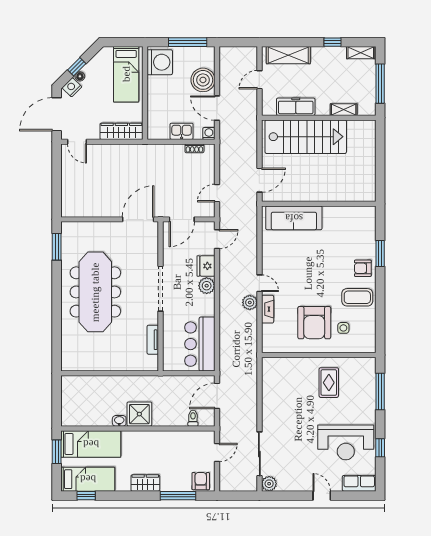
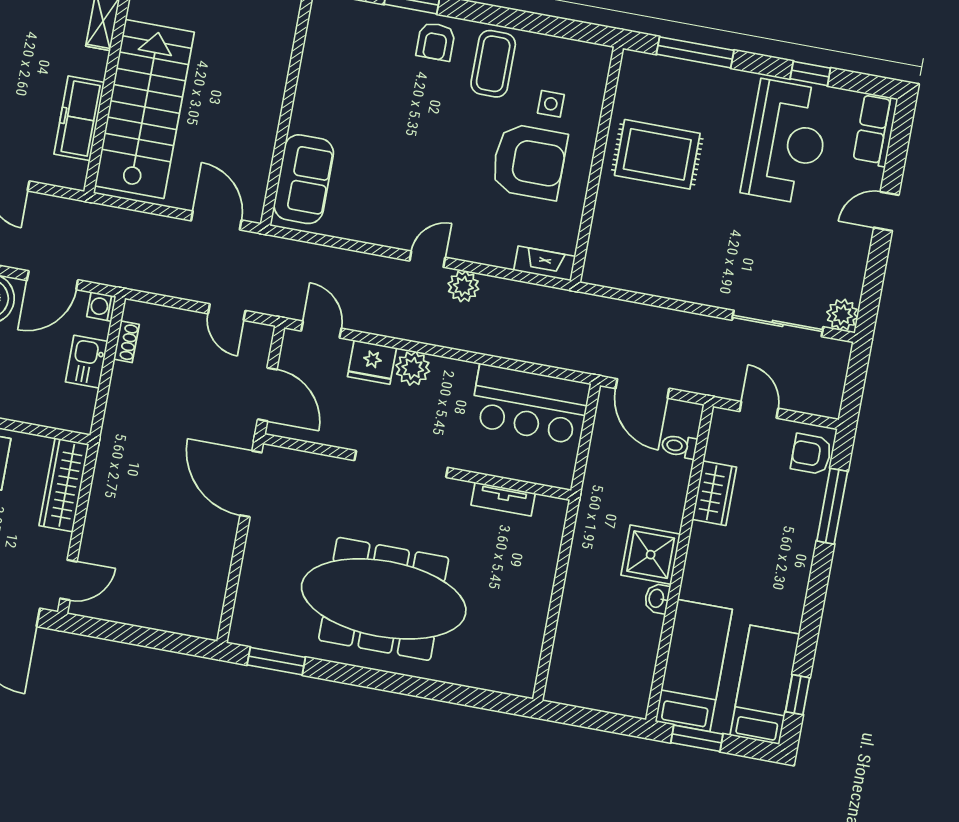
sofa: (294, 218) -> (304, 179), width x0.73
fireplace: (268, 309) -> (545, 263), moved
rug: (329, 383) -> (657, 154), width x1.36, depth x1.43
wardrobe: (145, 483) -> (714, 493), moved, turned 180

